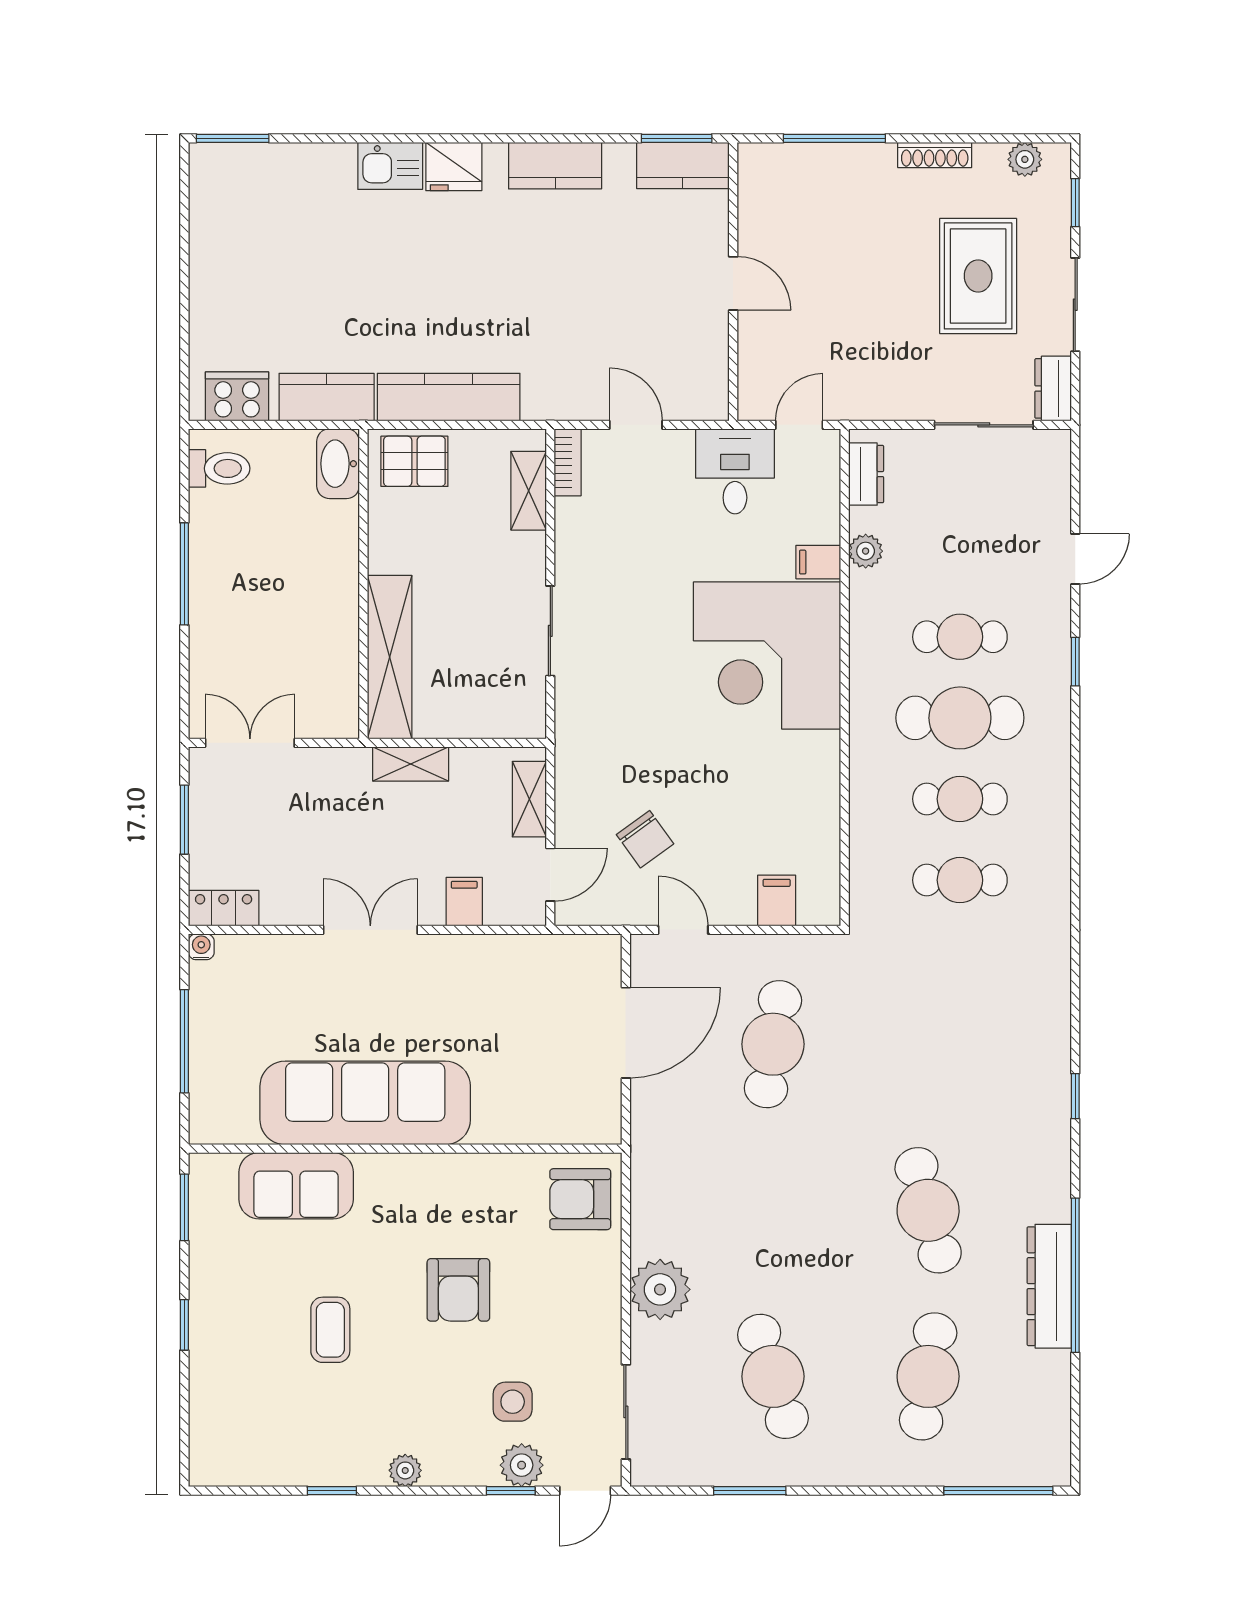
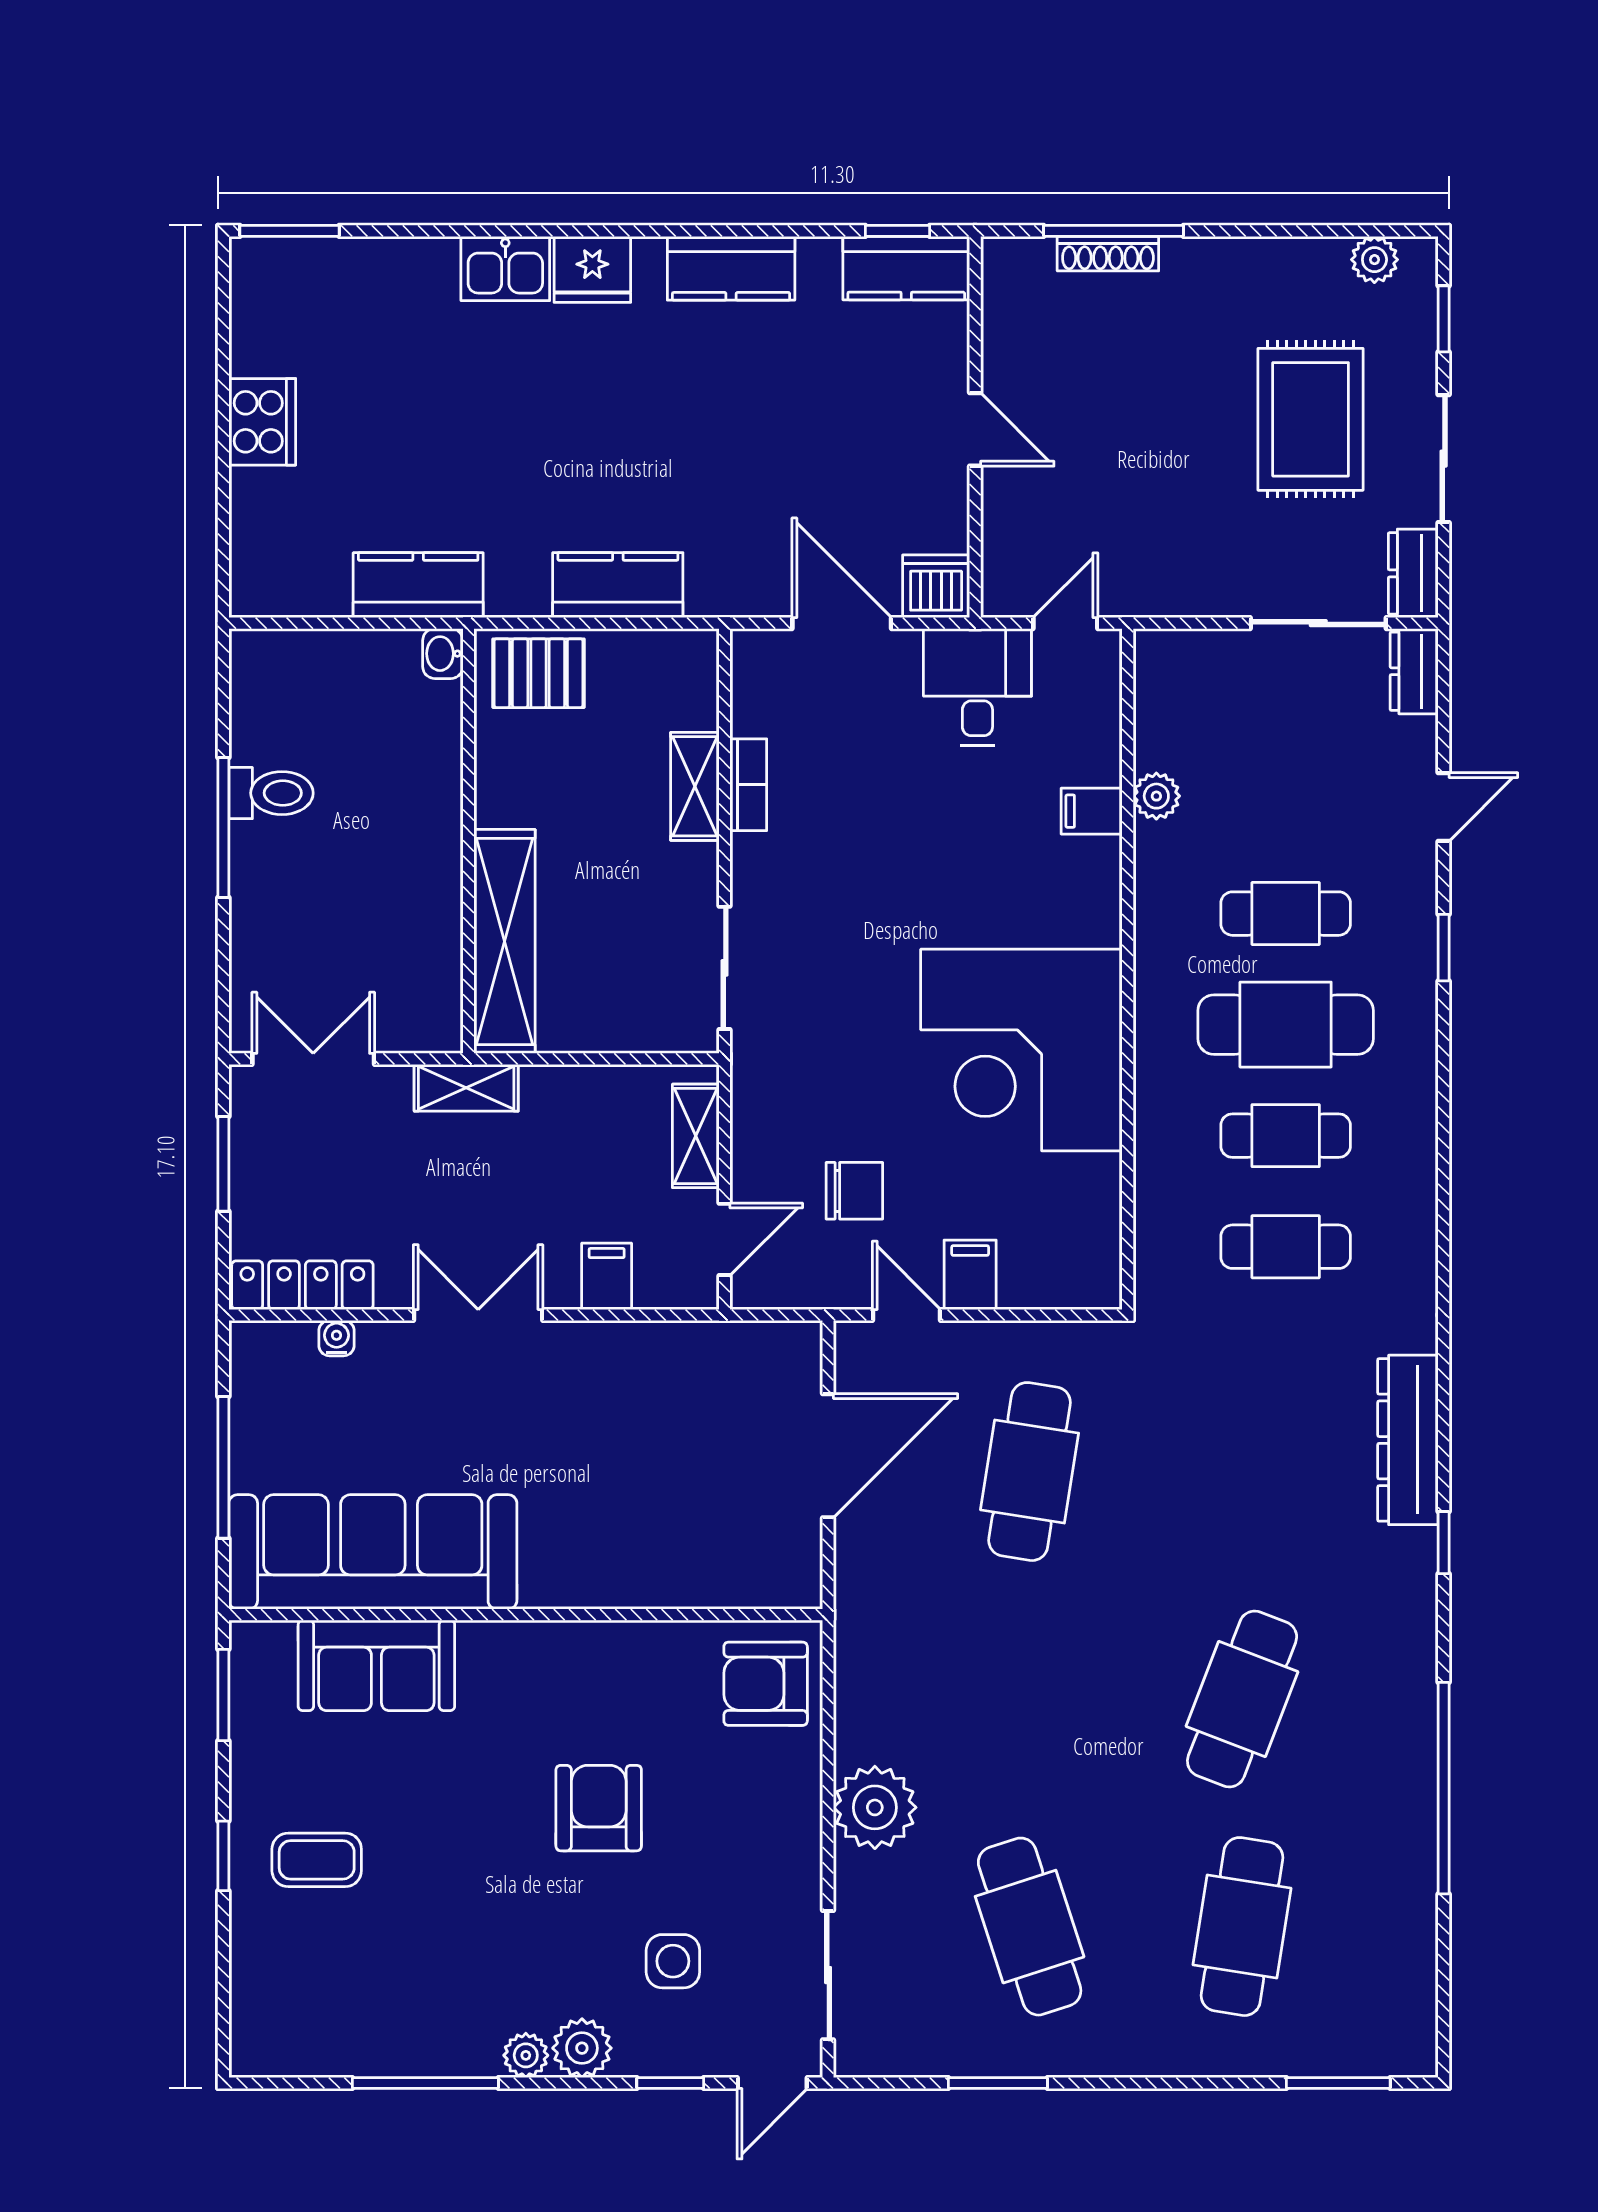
window: (677, 138) -> (898, 231), width x0.67
shoe rack: (935, 155) -> (1108, 254), moved
cooker: (237, 396) -> (262, 422), moved, turned 90
kitchen counter: (449, 397) -> (618, 585), width x0.67
dishwasher: (705, 398) -> (936, 586), added
door: (636, 425) -> (842, 623), width x1.37
bookcase: (568, 462) -> (748, 785), moved
washbasin: (338, 464) -> (443, 654), width x0.52, depth x0.69
toilet: (219, 468) -> (271, 793), moved
dresser: (866, 474) -> (1414, 671), moved, turned 180
shelving: (529, 491) -> (695, 786), moved
sliding door: (550, 631) -> (725, 968), moved
corner desk: (767, 656) -> (1021, 1050), moved
shelving: (411, 764) -> (466, 1088), moved
chair: (645, 839) -> (854, 1191), turned -54
filing cabinet: (777, 901) -> (970, 1275), moved
locker: (224, 908) -> (302, 1285), width x1.53
water cooler: (201, 947) -> (336, 1338), moved
sofa: (365, 1103) -> (373, 1552), moved
cafe table: (928, 1210) -> (1242, 1699), turned 36
dresser: (1049, 1286) -> (1408, 1440), moved
armchair: (458, 1290) -> (599, 1808), turned 180
coffee table: (330, 1330) -> (317, 1860), moved, turned 90
plant: (522, 1465) -> (582, 2048), moved
window: (332, 1491) -> (425, 2083), width x2.17
window: (998, 1491) -> (1338, 2083), width x0.69

